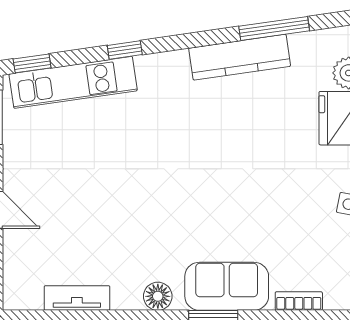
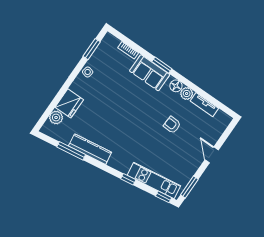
armchair: (113, 215) -> (172, 125), added
plant: (127, 296) -> (187, 94), added

